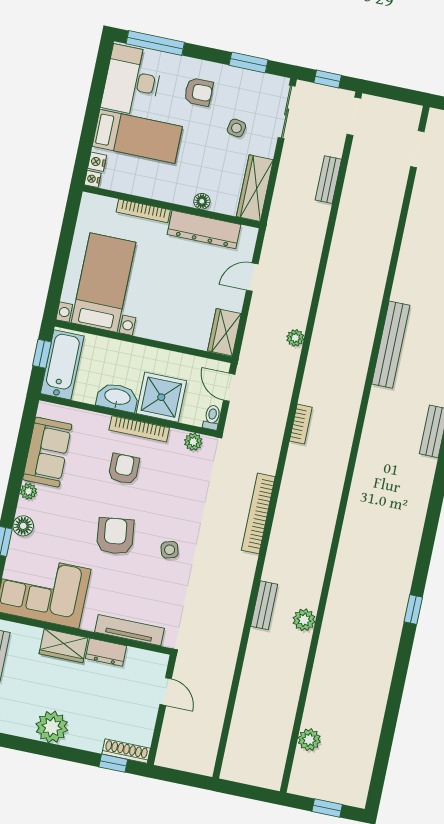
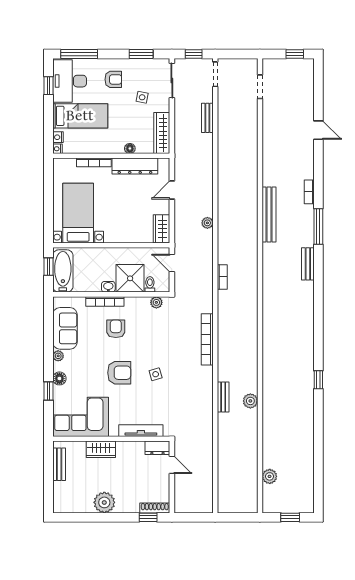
window: (99, 81) -> (48, 86), added
washbasin: (117, 397) -> (108, 287), width x0.52, depth x0.69
toilet: (212, 417) -> (150, 284), moved
bookcase: (139, 429) -> (105, 301), moved
armchair: (115, 536) -> (119, 373), turned 97
dresser: (106, 652) -> (157, 448), moved

